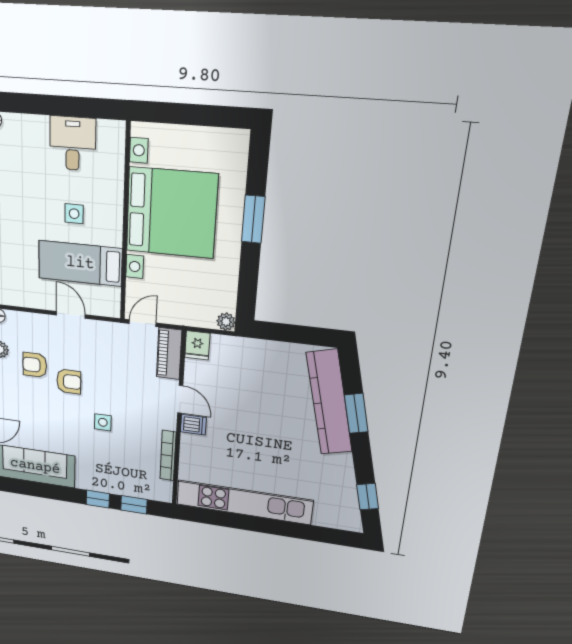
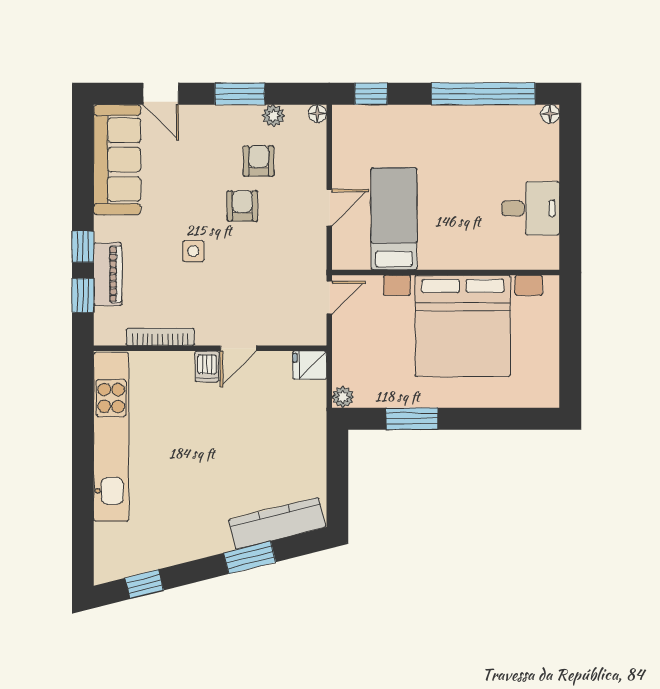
side table: (74, 214) -> (452, 211), removed
window: (253, 219) -> (412, 419), moved
door: (143, 323) -> (329, 298), hinge flipped
piano: (169, 354) -> (108, 274), moved, turned 90
armchair: (69, 382) -> (242, 206), turned 180
kitchen counter: (329, 402) -> (277, 523), width x0.72, depth x0.86

